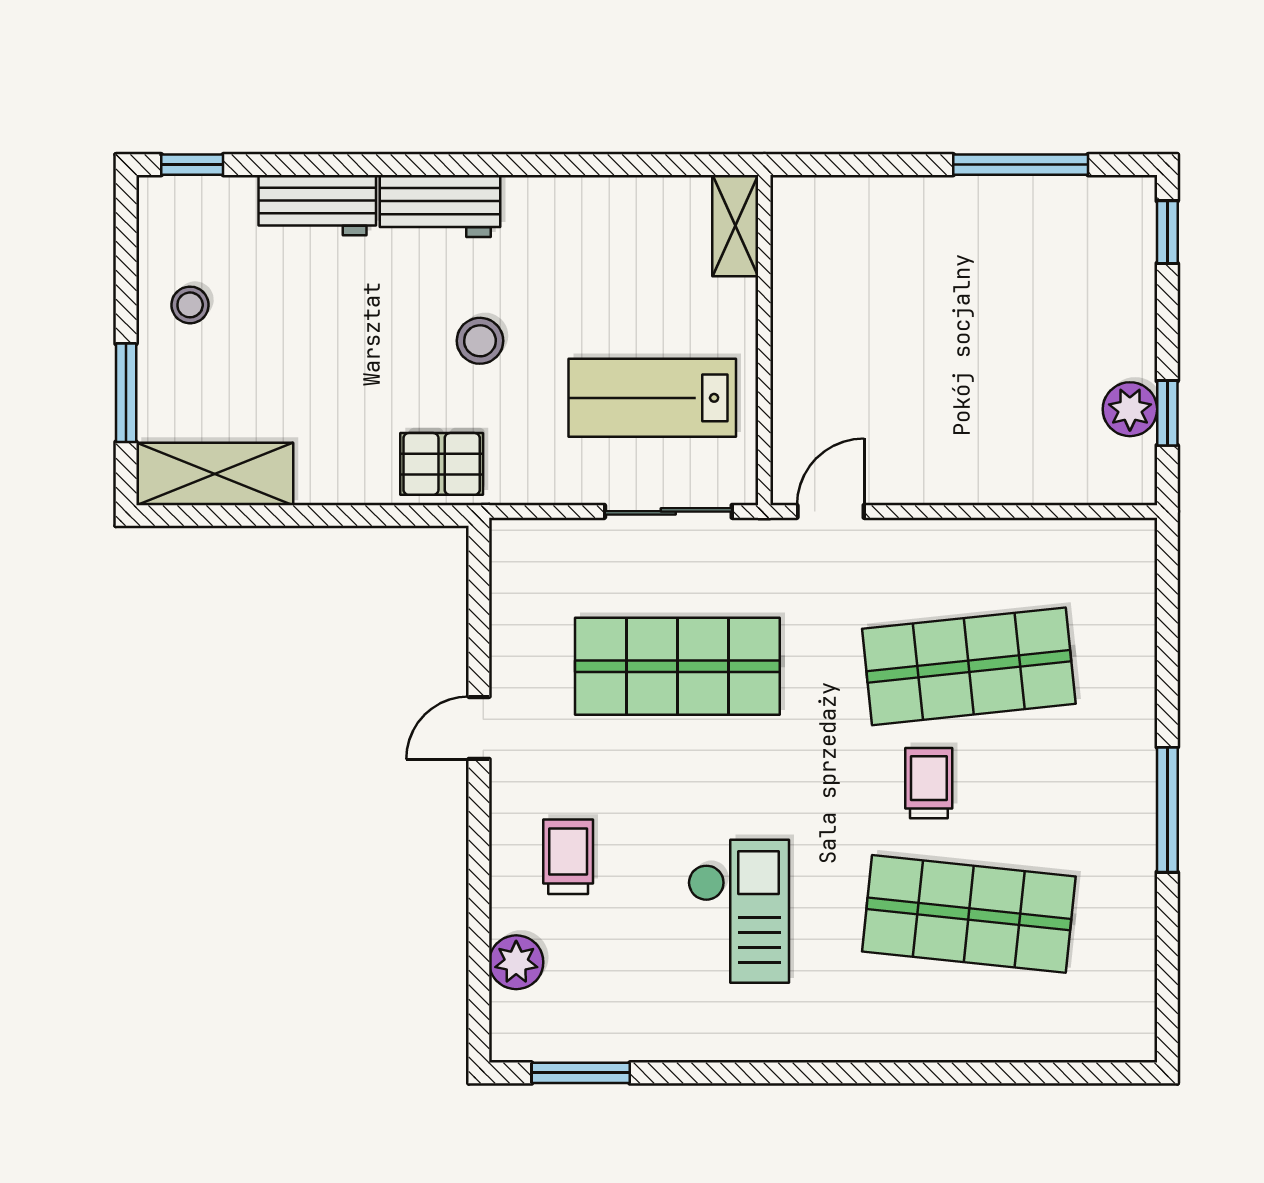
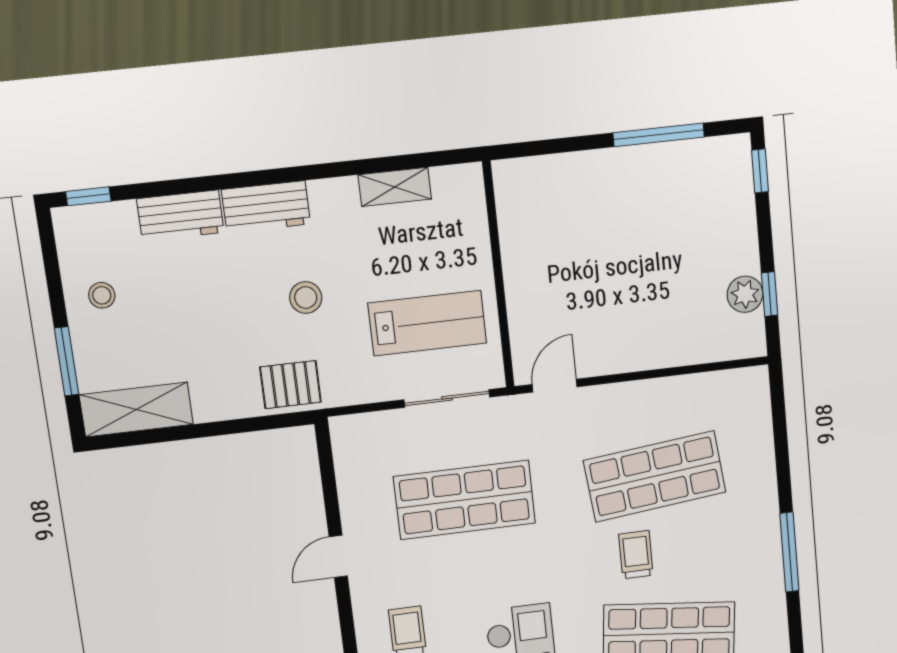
shelving: (735, 226) -> (395, 187), moved, turned 90
lab bench: (652, 398) -> (427, 323), turned 180

